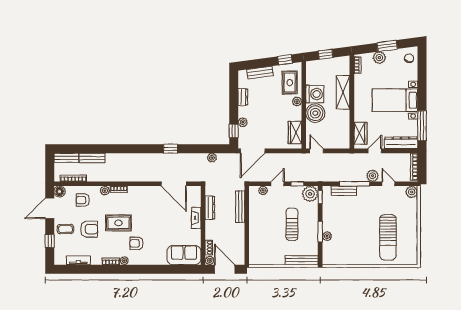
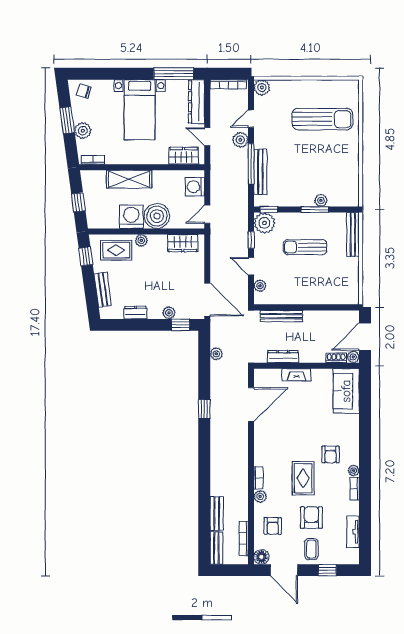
washing machine: (337, 142) -> (195, 187), added
bench: (344, 191) -> (260, 172), width x1.36

